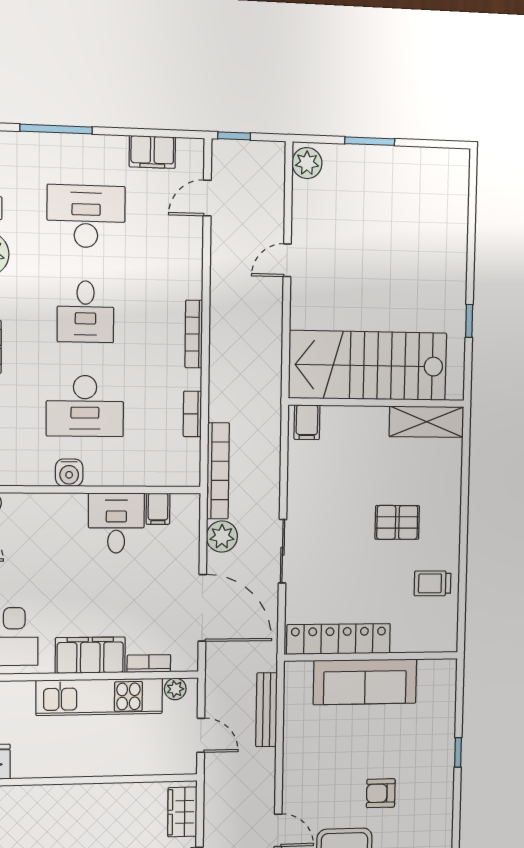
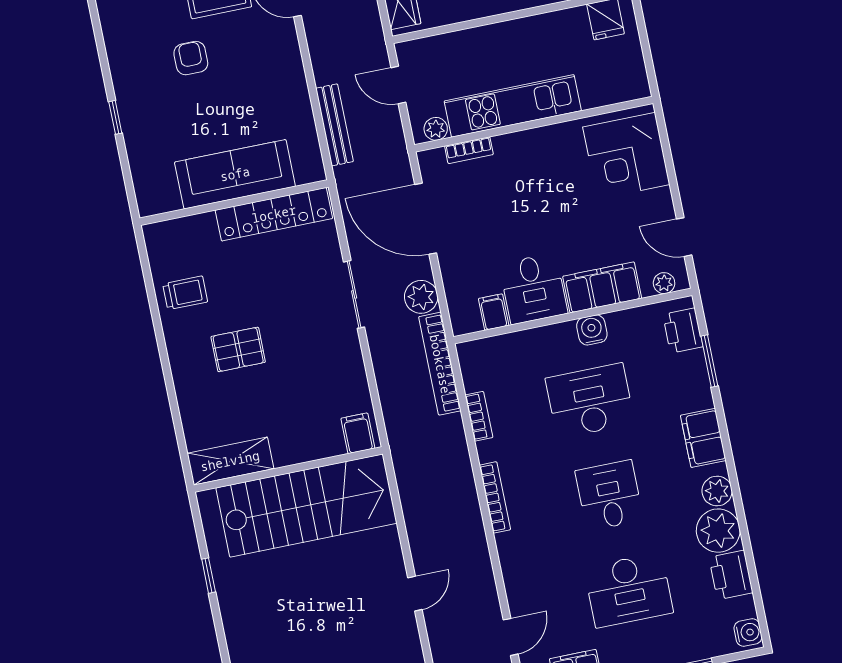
filing cabinet: (90, 655) -> (602, 287), moved, turned 180
armchair: (381, 793) -> (191, 58), turned -90

